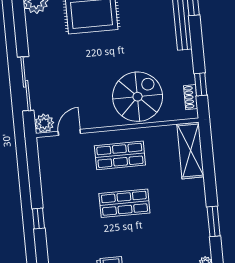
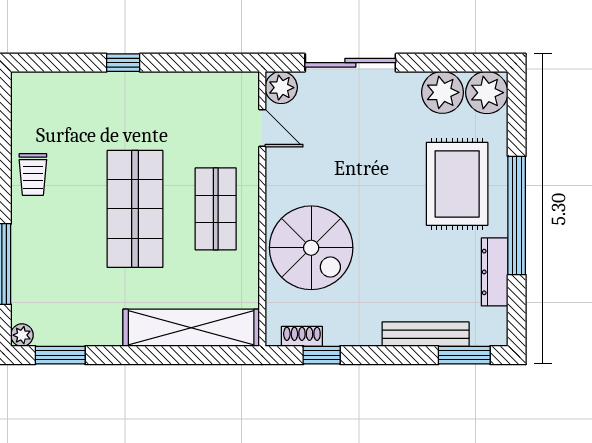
plant: (38, 28) -> (442, 92), added
shelving: (190, 150) -> (191, 328), width x1.47
shop shelf: (124, 203) -> (135, 209), width x1.43, depth x1.36
window: (214, 221) -> (60, 355), moved

